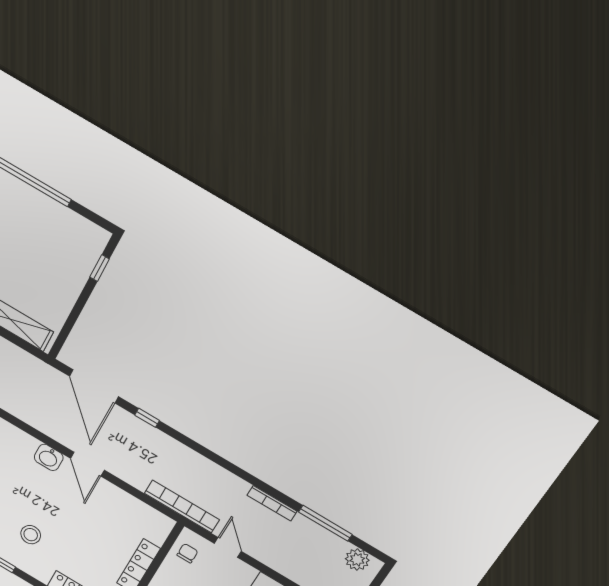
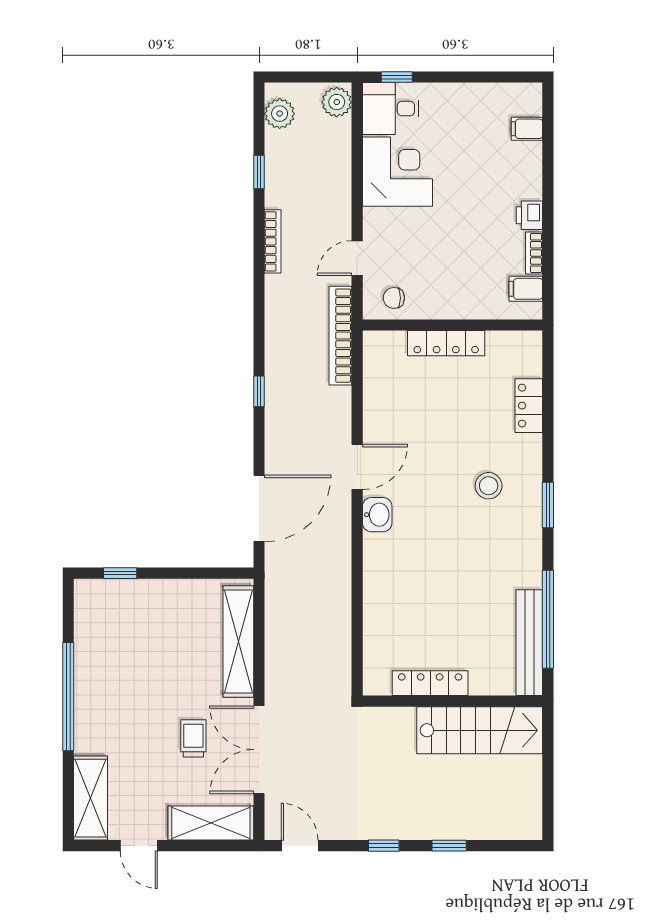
window: (147, 418) -> (259, 391), moved
window: (325, 523) -> (259, 172), width x0.46

